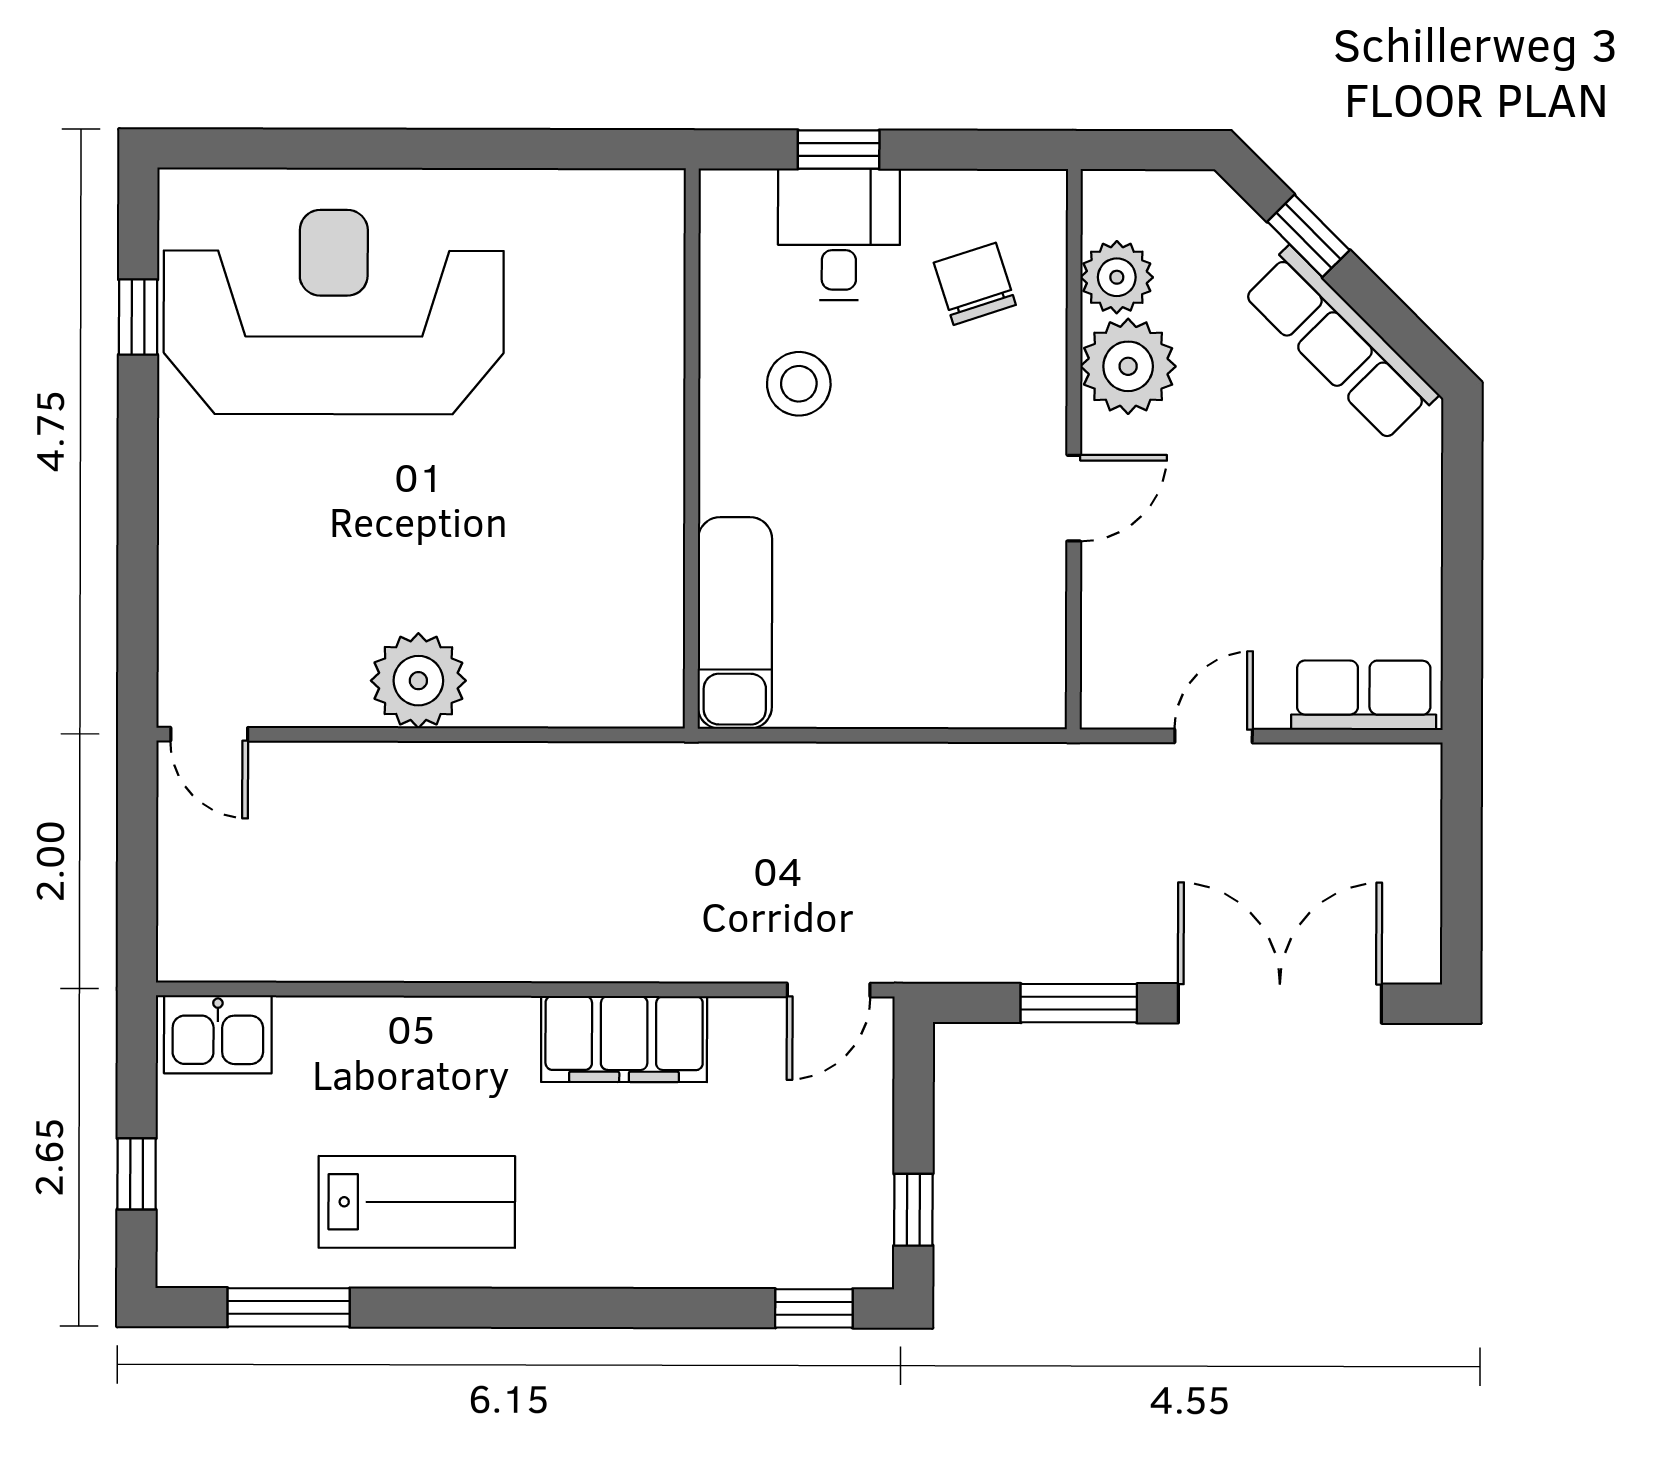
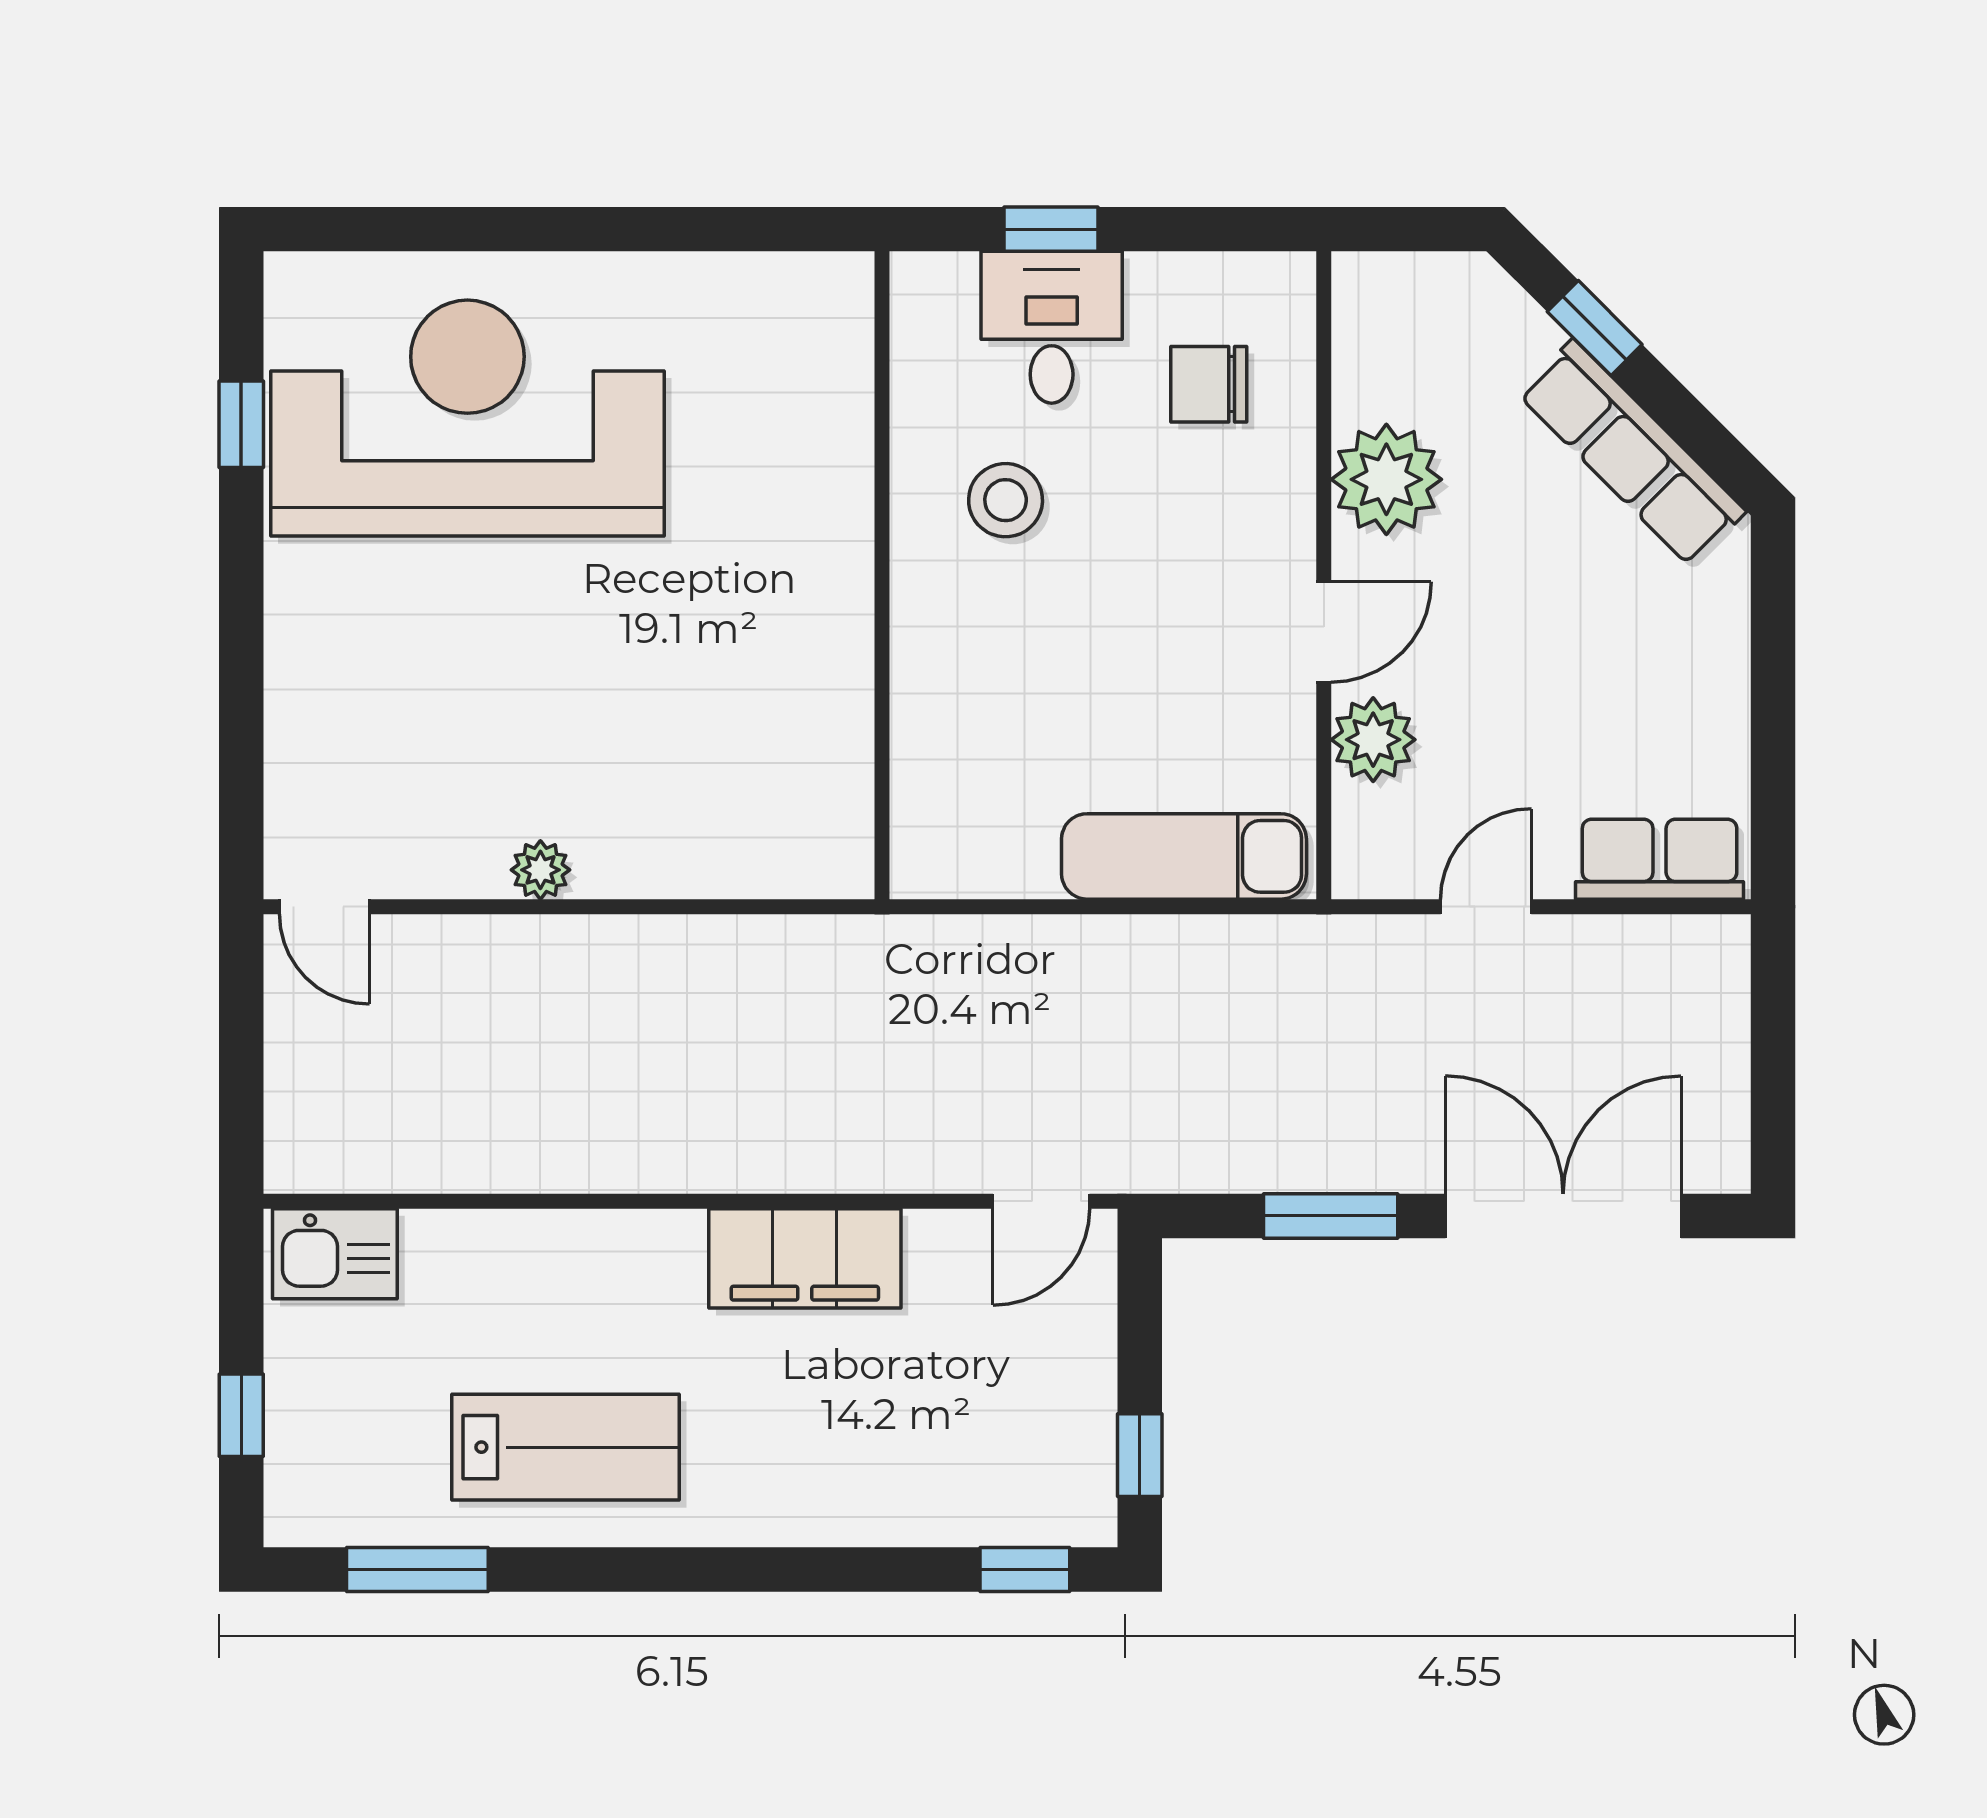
plant: (1117, 277) -> (1373, 740), moved
chair: (975, 284) -> (1209, 384), turned -72
exam couch: (735, 623) -> (1184, 856), moved, turned -90
plant: (418, 681) -> (540, 870), width x0.53, depth x0.53

